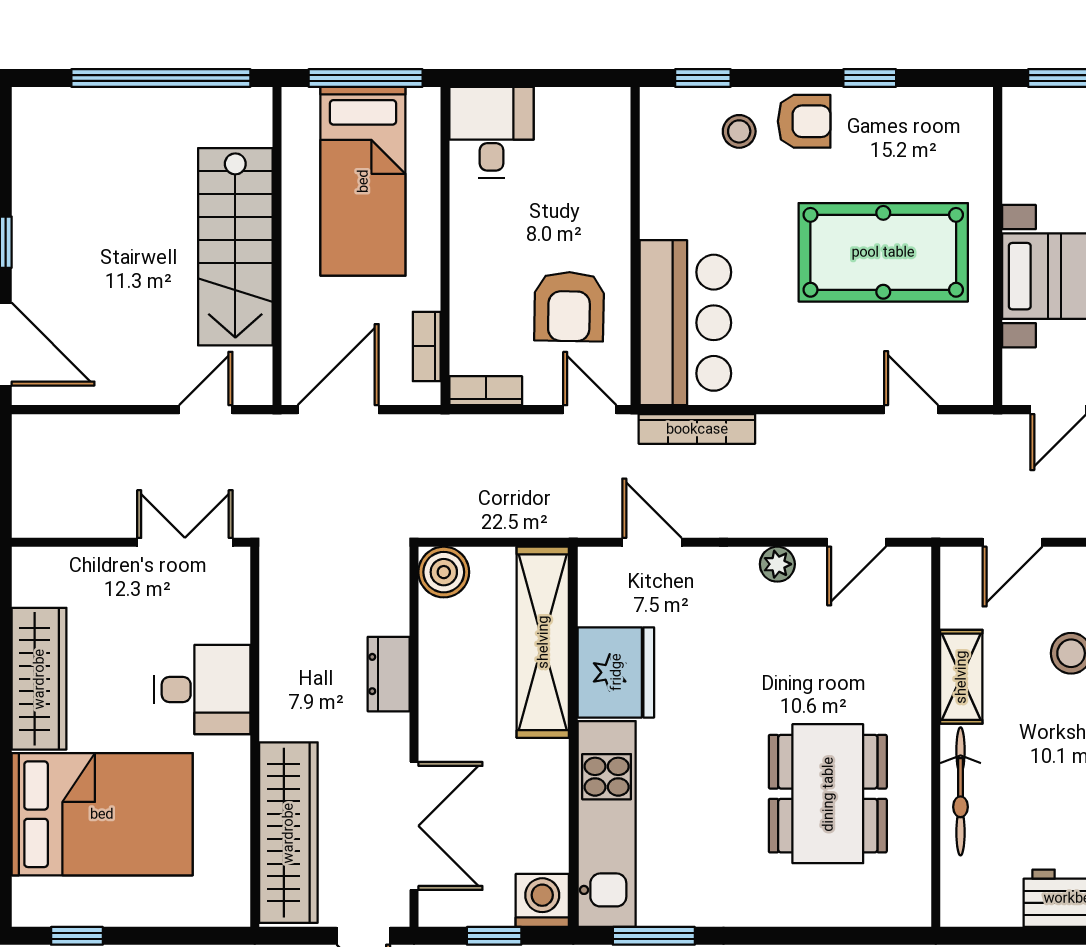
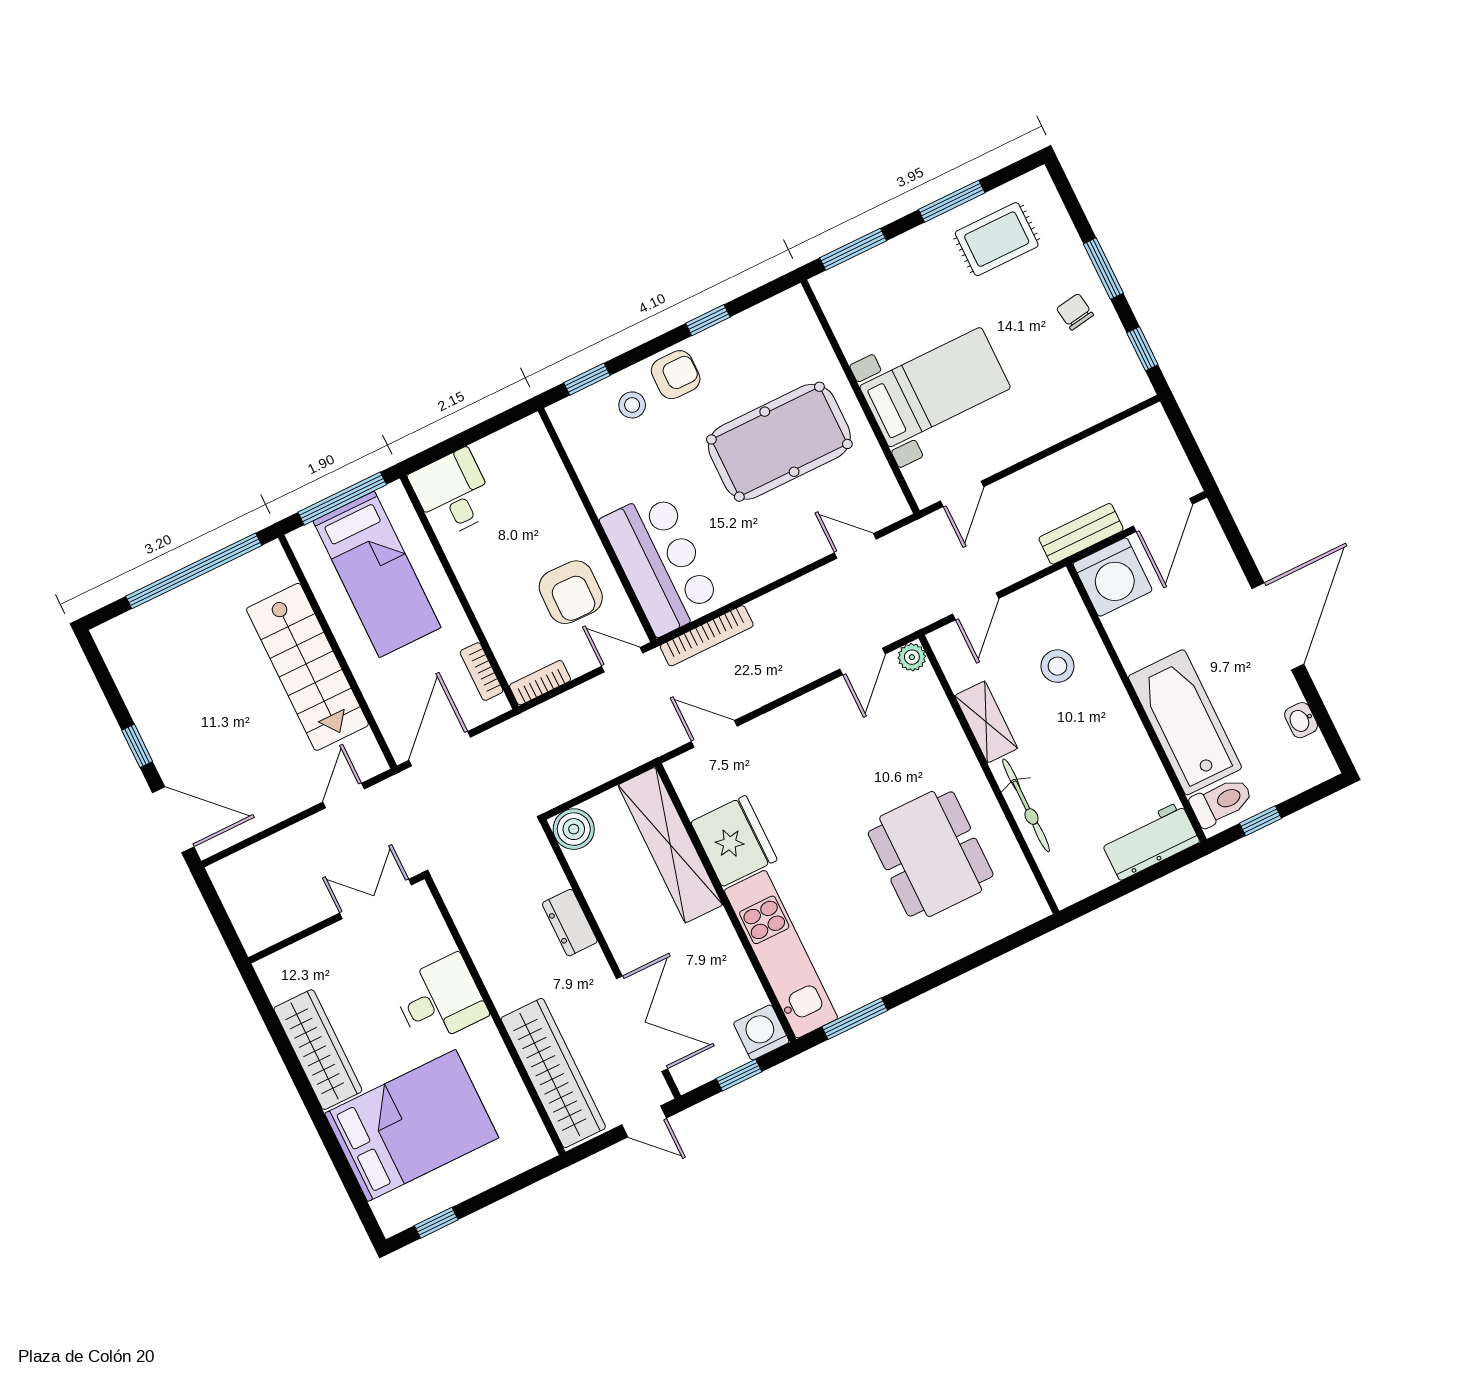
plant: (777, 564) -> (912, 657), moved

